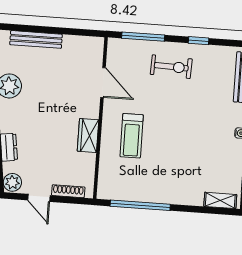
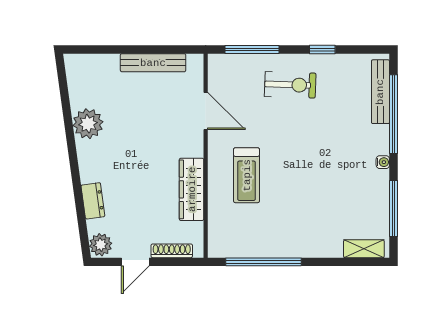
bench: (36, 39) -> (153, 63), moved
wardrobe: (88, 136) -> (192, 189), width x1.50
door: (39, 198) -> (135, 262), hinge flipped

